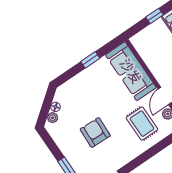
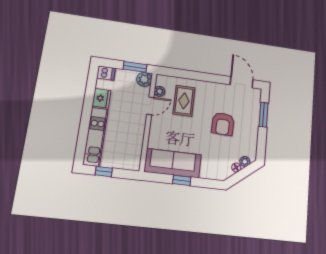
sofa: (131, 71) -> (173, 163), moved, turned -90

